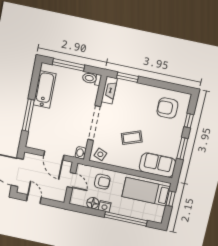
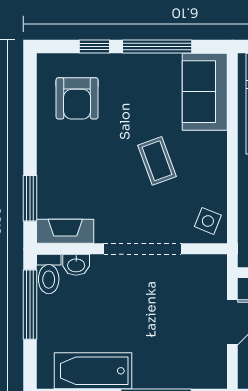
window: (68, 65) -> (30, 305), moved
window: (182, 148) -> (157, 46), width x1.44
washbasin: (81, 153) -> (76, 265), moved

